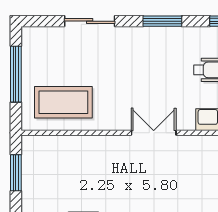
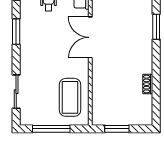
sliding door: (90, 21) -> (16, 92), moved
double door: (154, 133) -> (90, 37), width x1.37

